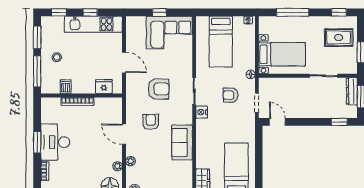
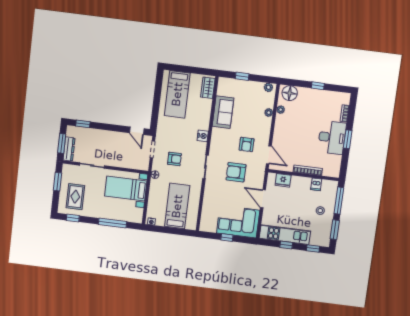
corner sofa: (169, 32) -> (238, 222), moved
rug: (339, 37) -> (75, 197), turned 90
nightstand: (202, 112) -> (203, 136), moved
door: (124, 134) -> (269, 155), moved
sofa: (182, 142) -> (223, 112), moved

